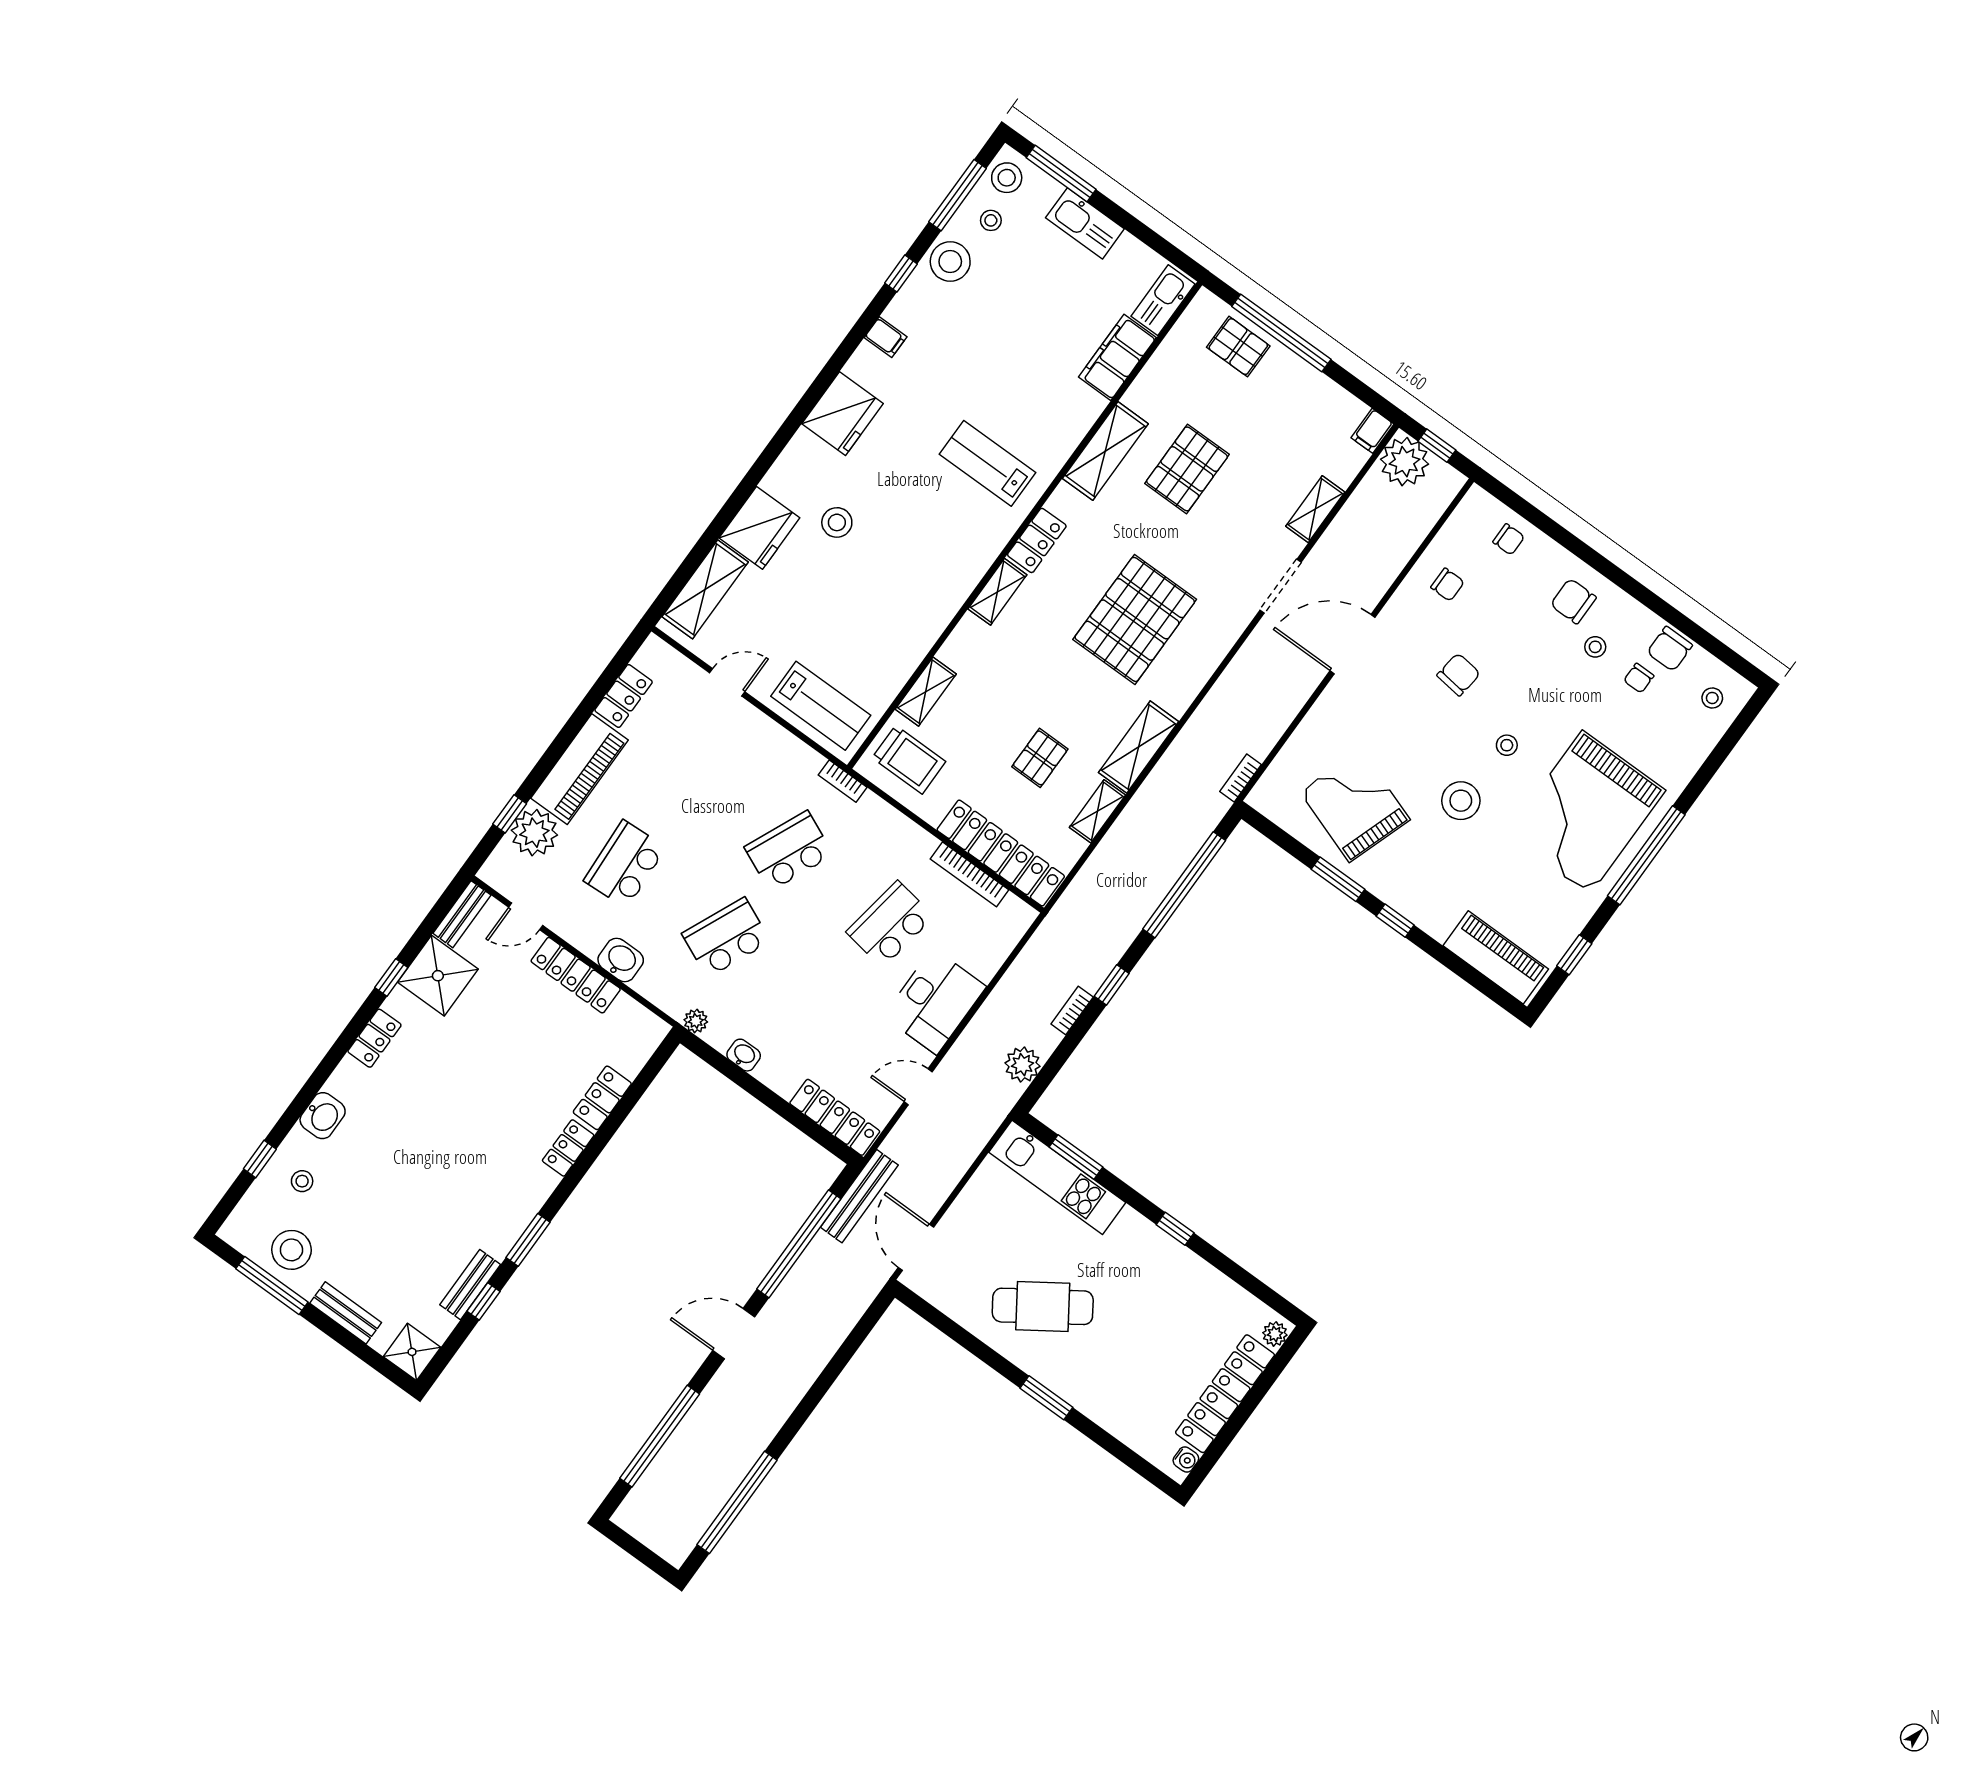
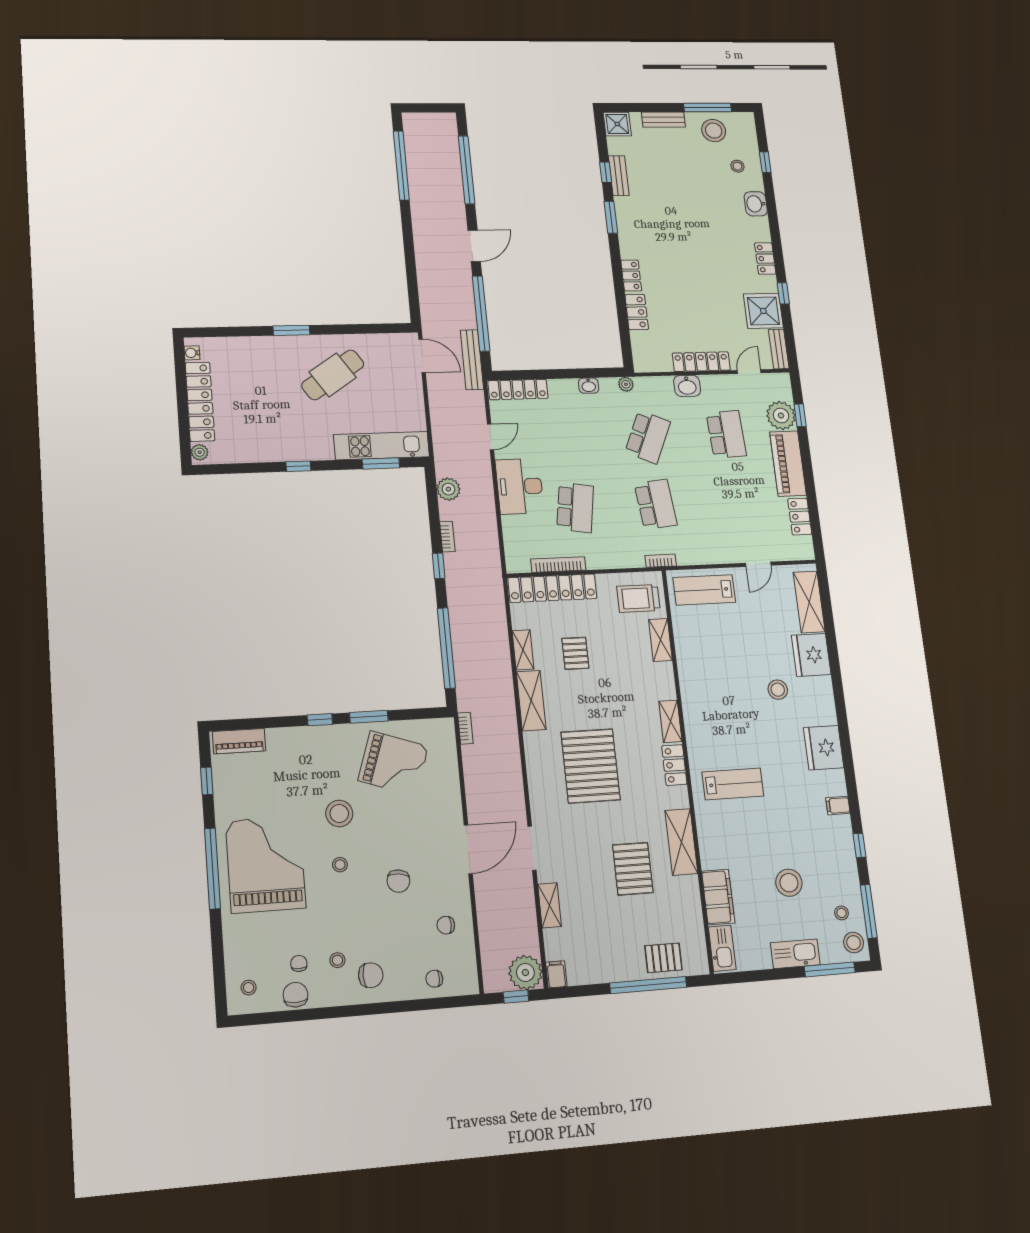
stool: (950, 262) -> (789, 883), moved
school desk: (789, 851) -> (656, 504), turned -30
piano: (1496, 957) -> (239, 741), width x0.73, depth x0.75

